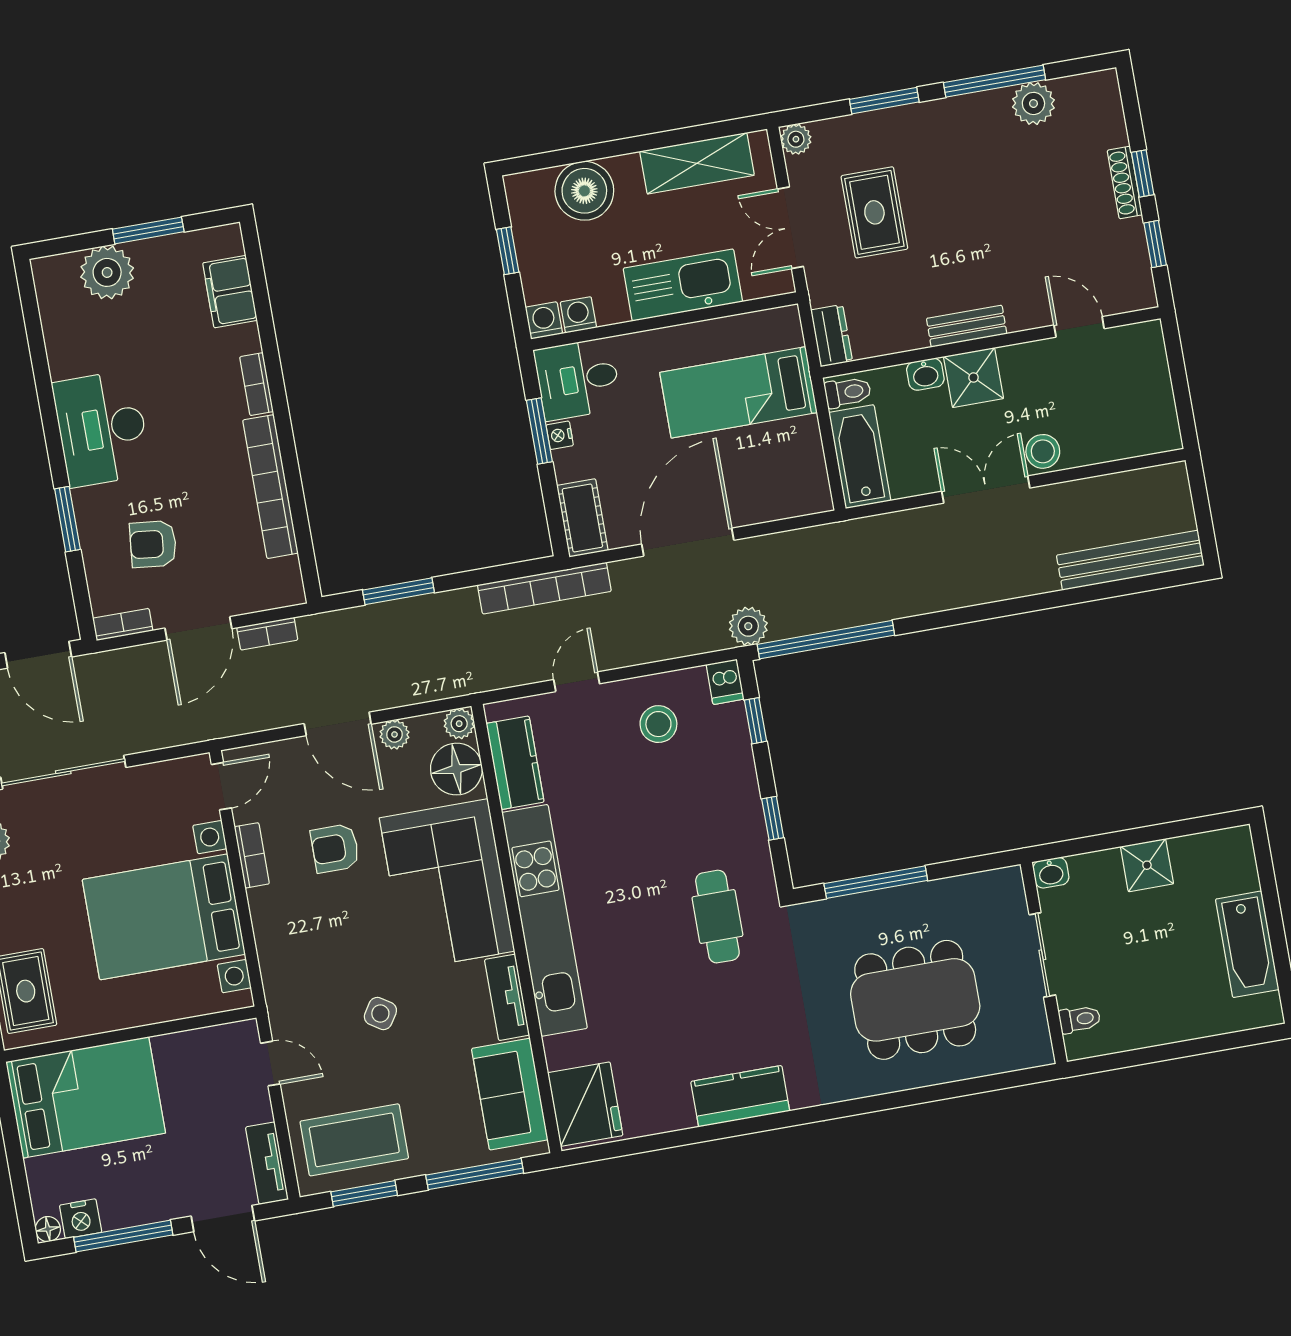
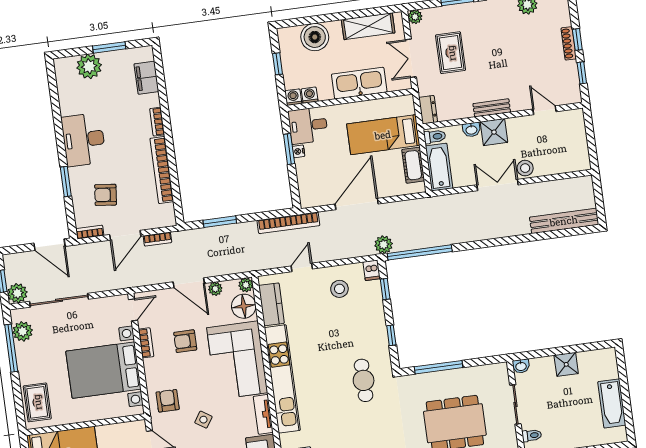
cot: (582, 518) -> (413, 165), moved
armchair: (303, 977) -> (168, 401), added

